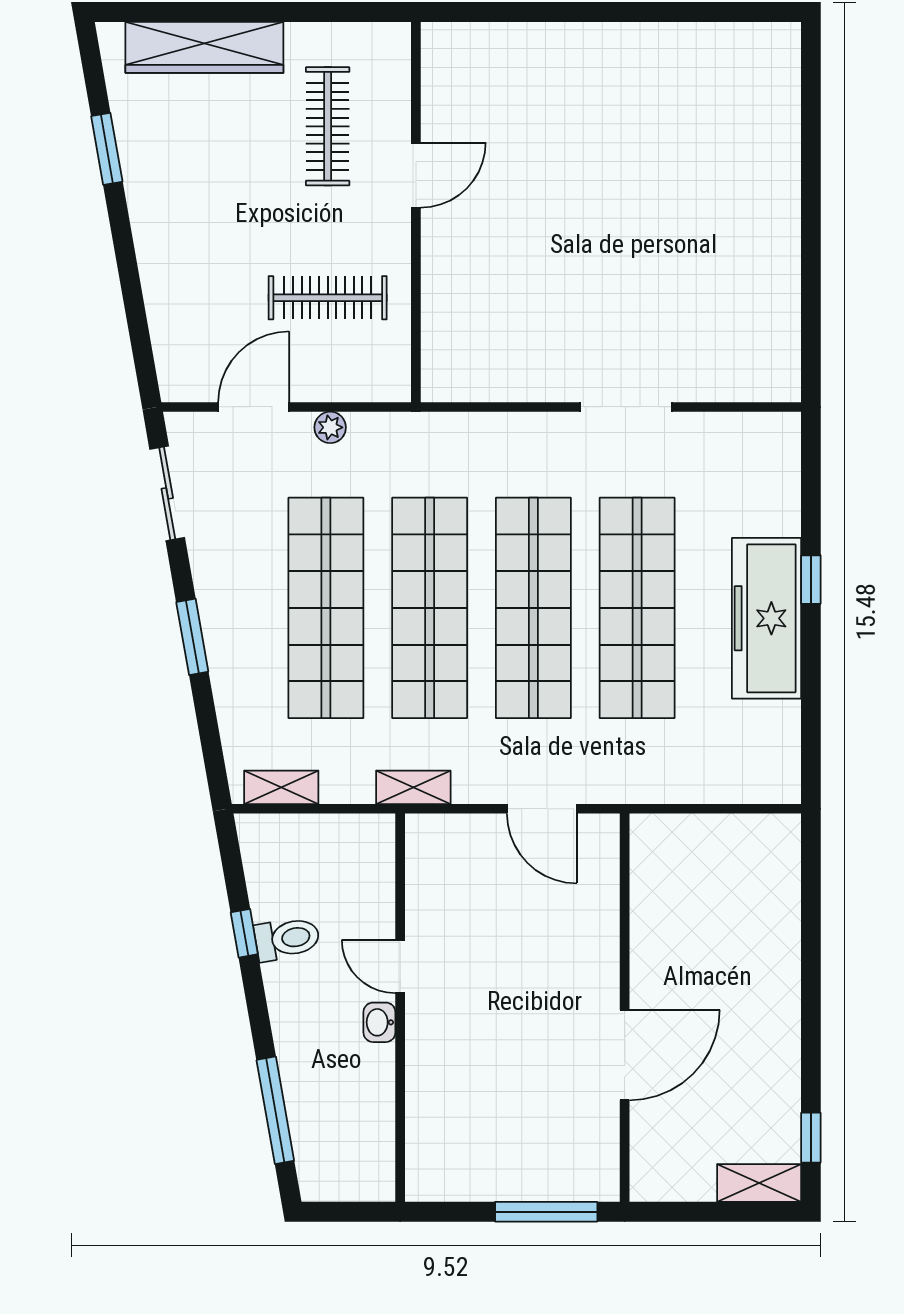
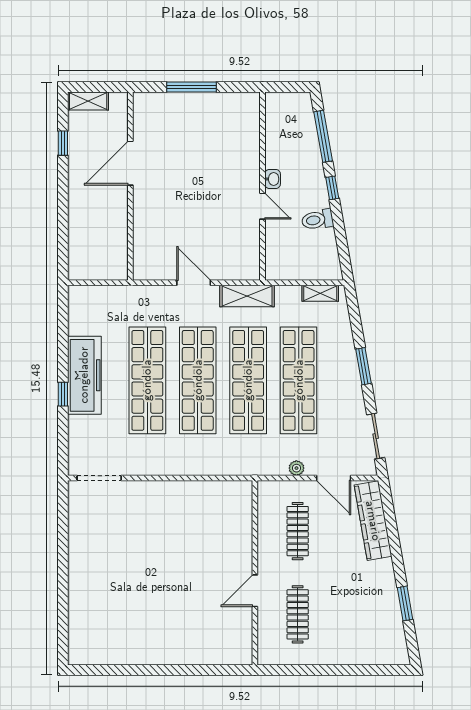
wardrobe: (204, 47) -> (373, 521), moved, turned -100
clothes rail: (328, 298) -> (298, 531), turned 90
door: (254, 407) -> (334, 478), hinge flipped
doorway: (626, 407) -> (99, 478), moved
shelving: (413, 787) -> (247, 296), width x1.50, depth x1.33
window: (244, 933) -> (332, 188), moved
wall: (625, 1008) -> (130, 186), moved
door: (625, 1055) -> (130, 163), moved
window: (811, 1138) -> (63, 143), moved

